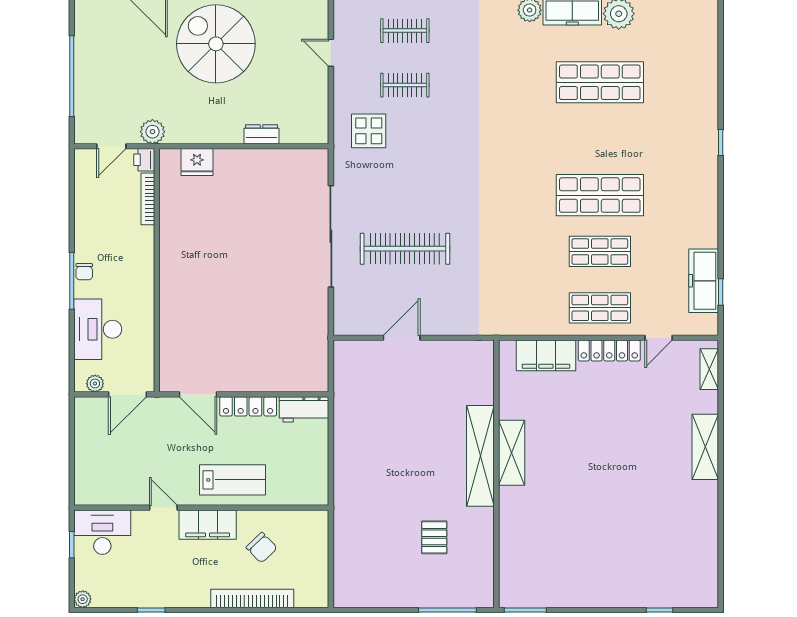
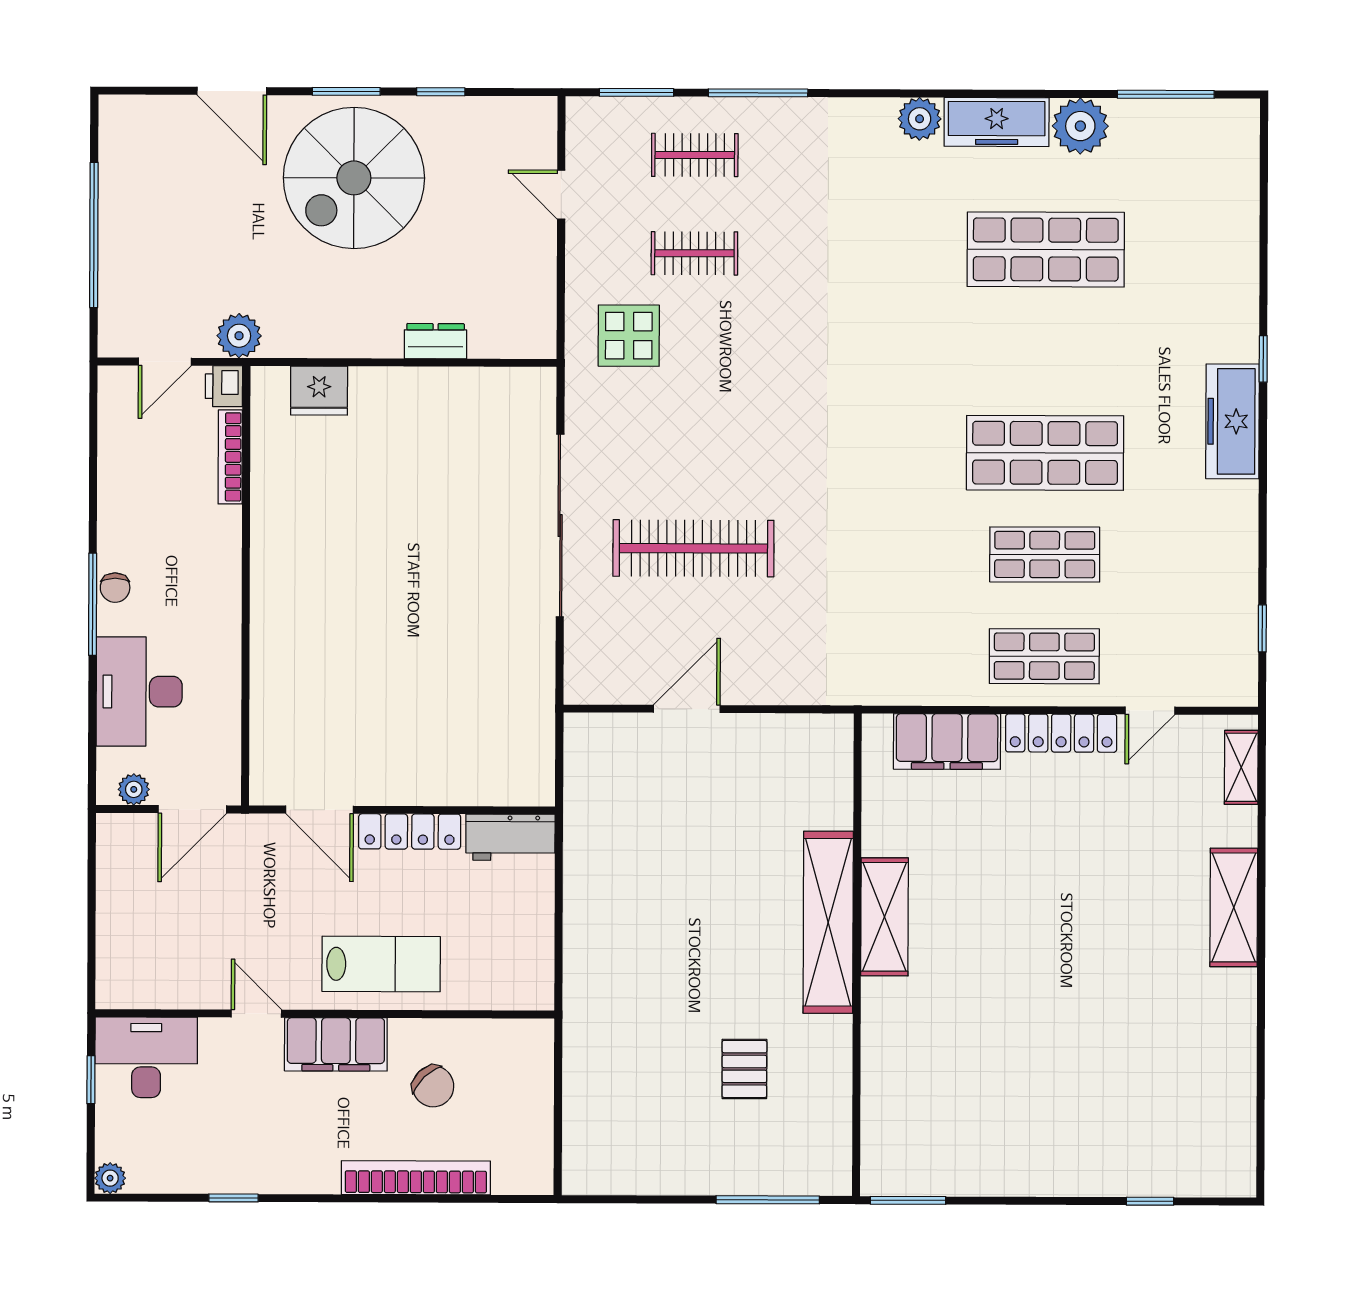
spiral stairs: (216, 44) -> (354, 178), turned -90
freezer: (704, 281) -> (1232, 421), moved

